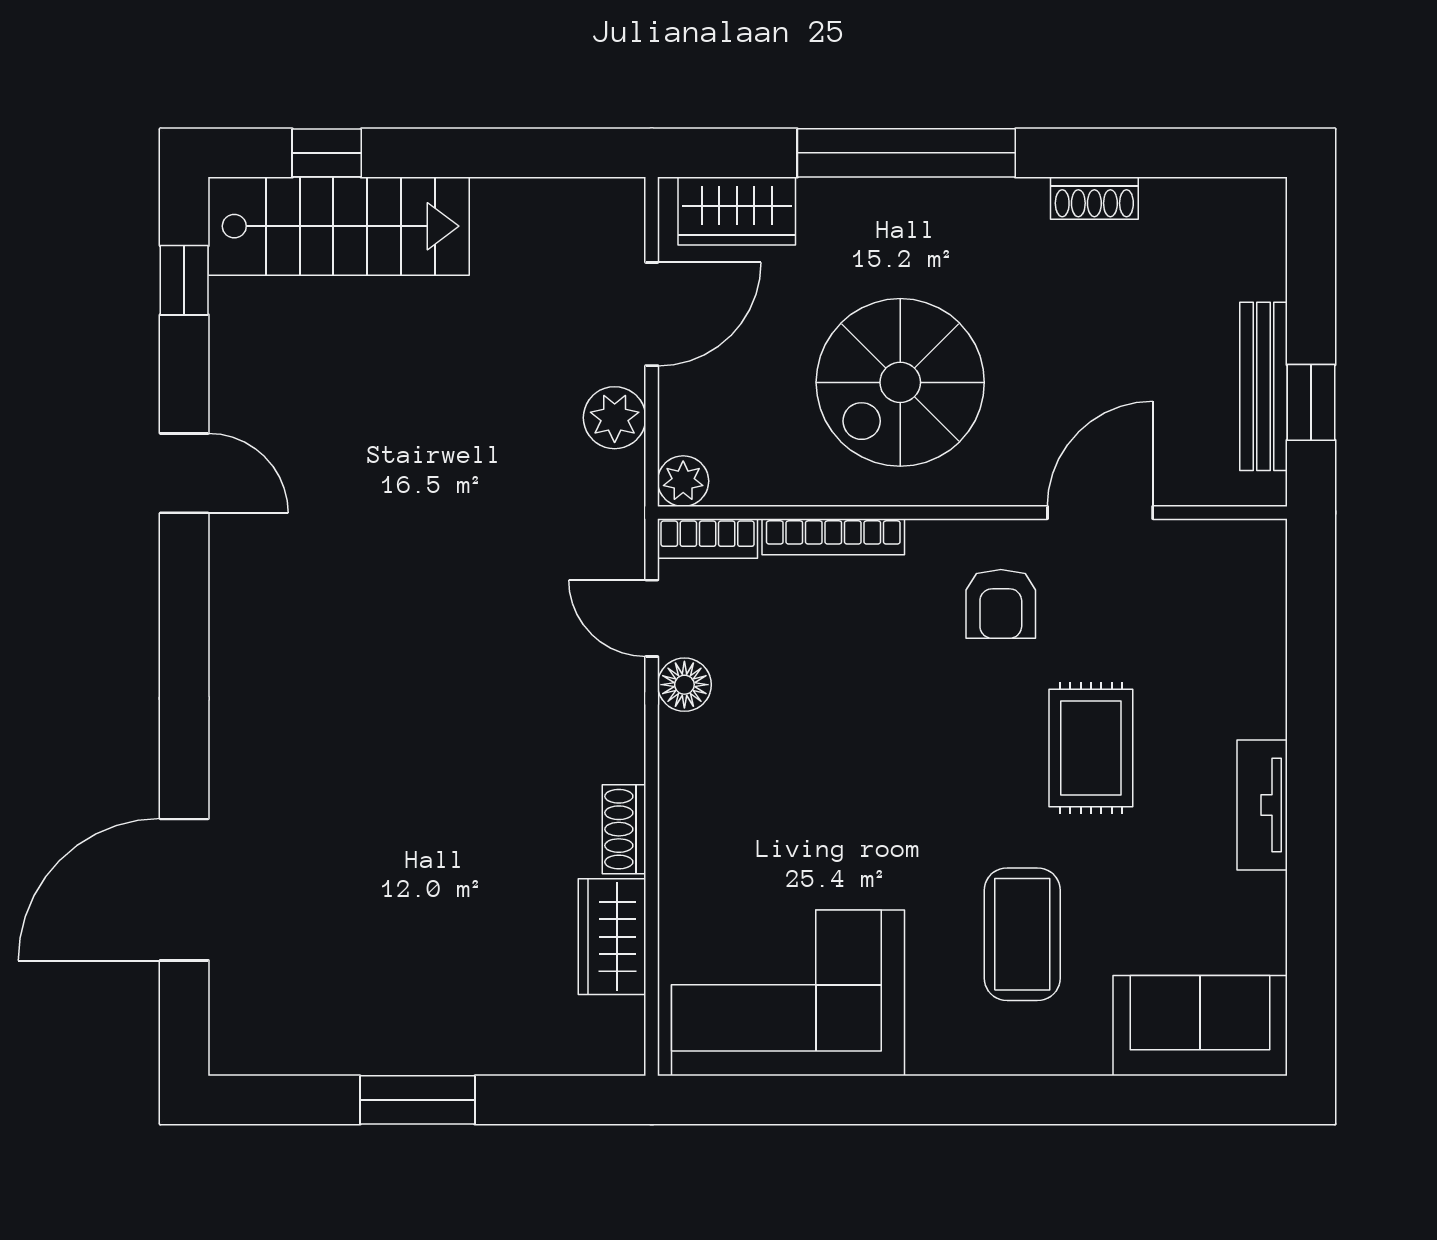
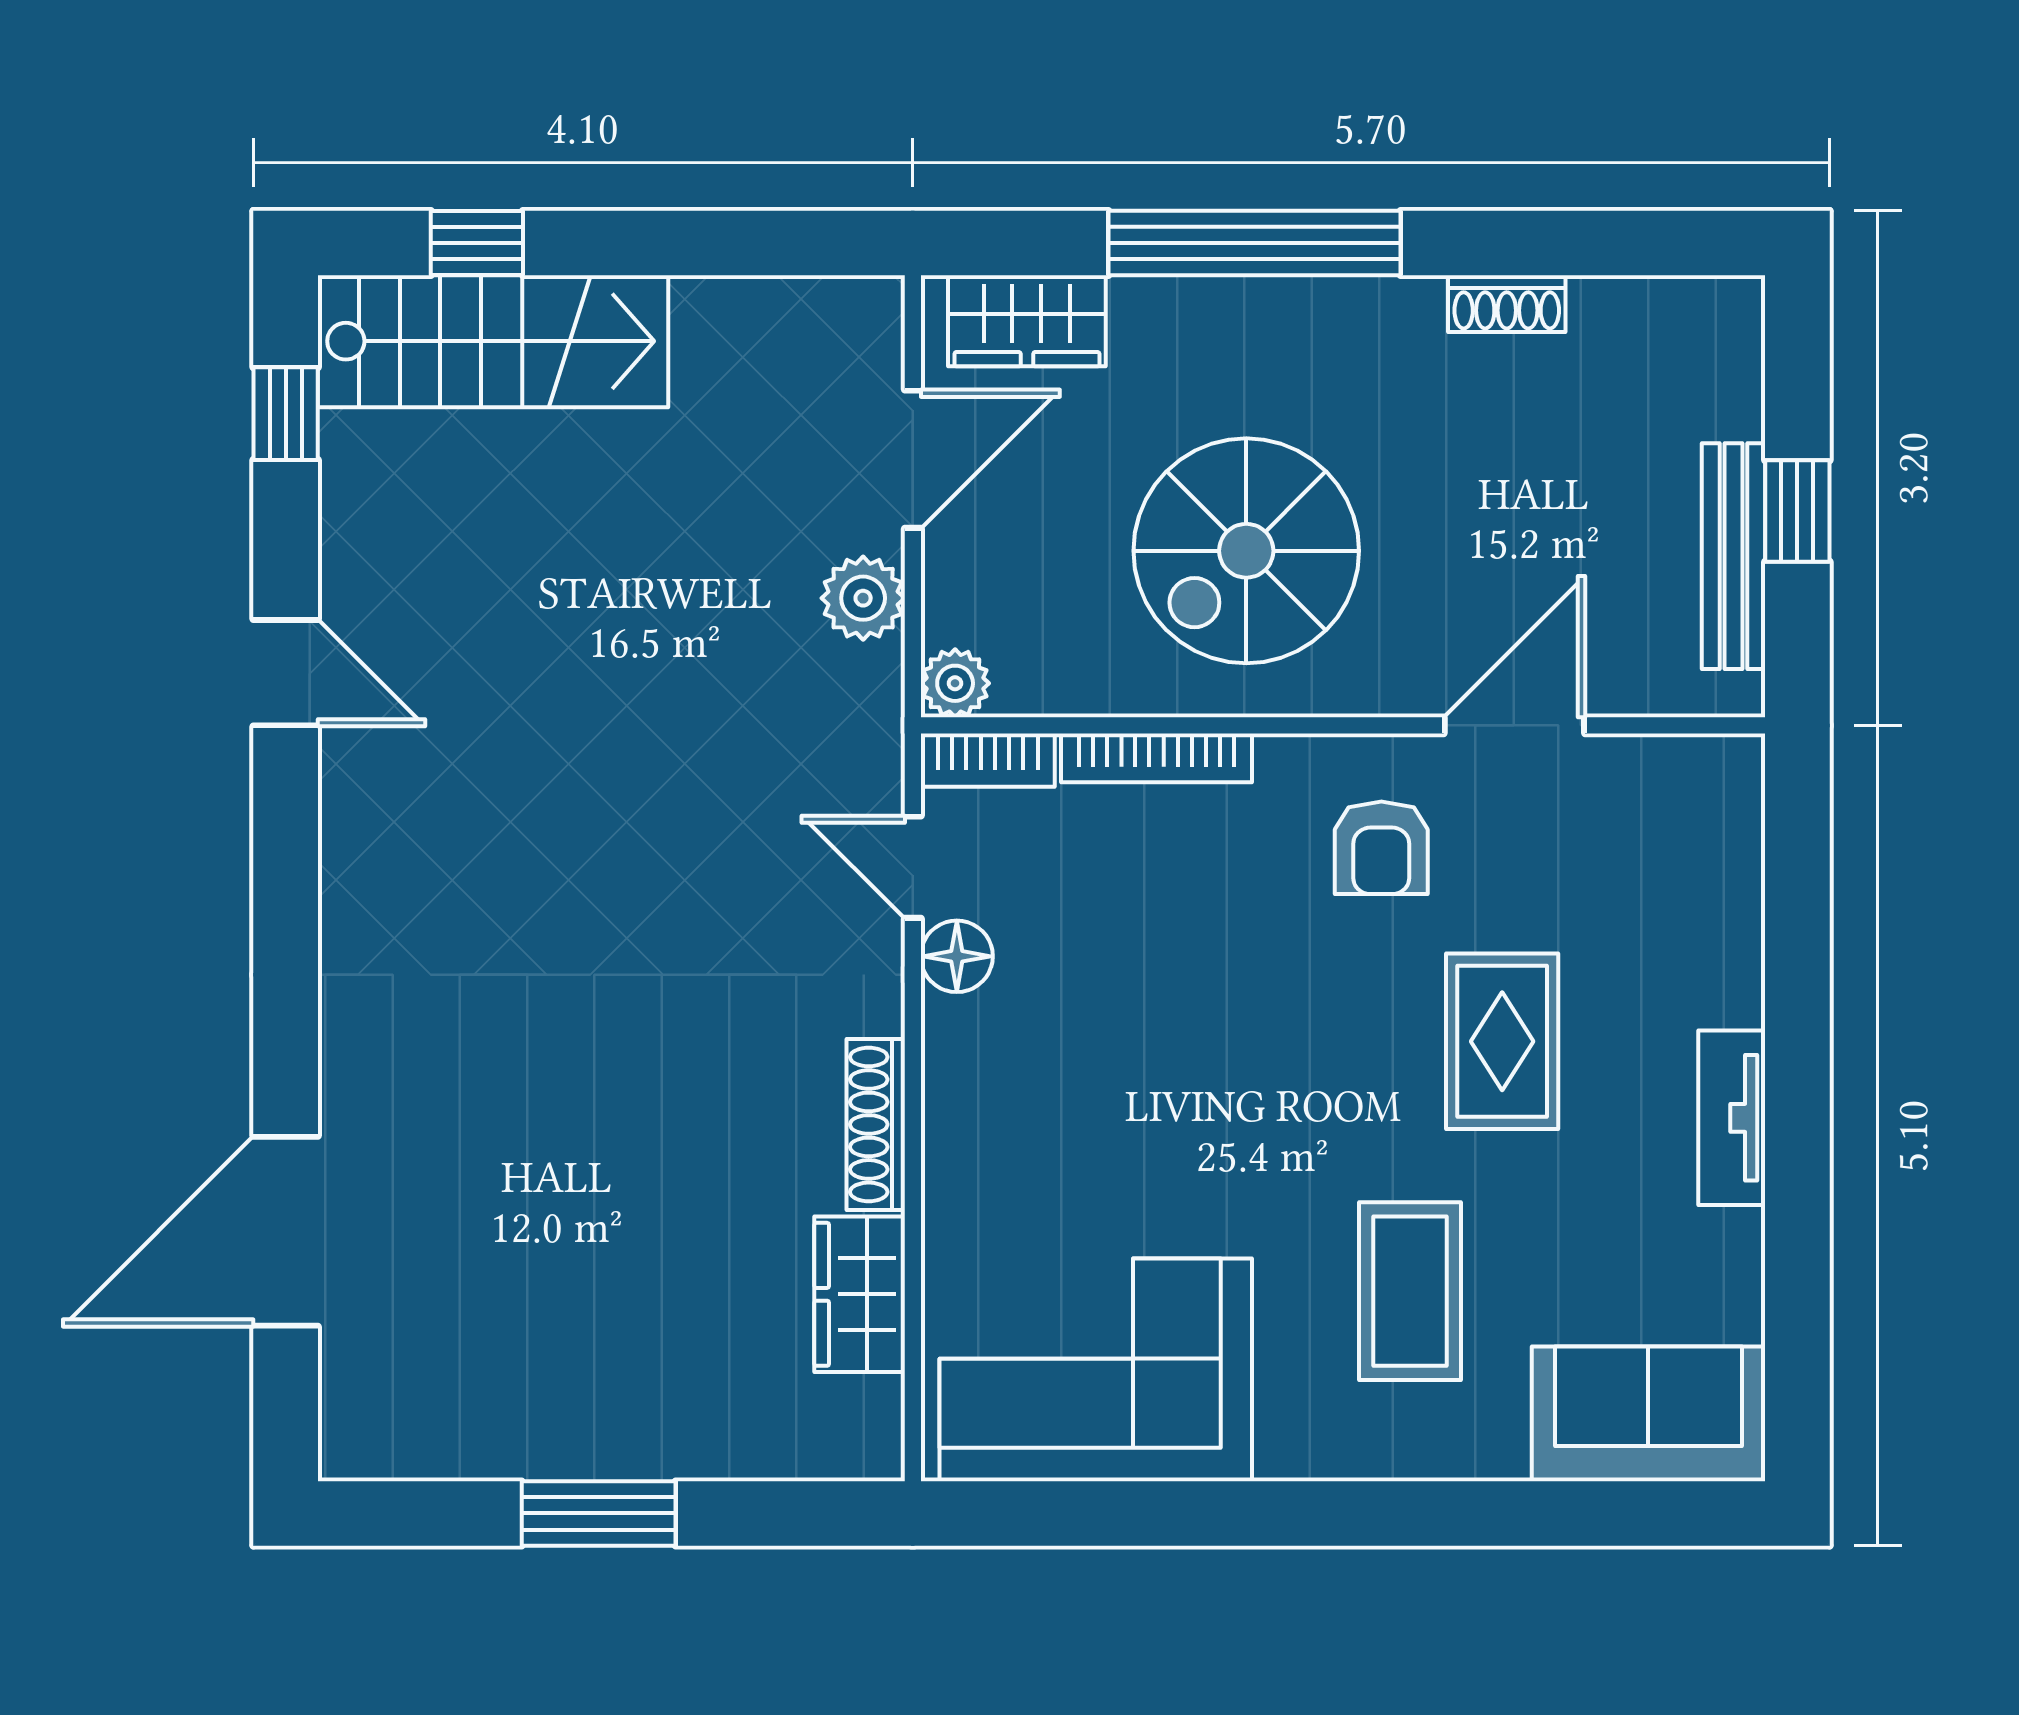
window: (1311, 402) -> (1797, 511), moved
shoe rack: (624, 829) -> (876, 1124), width x1.43

